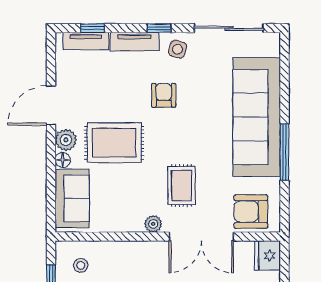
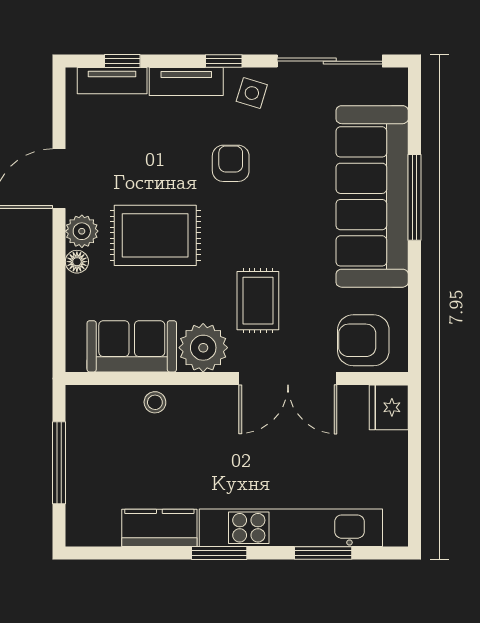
window: (284, 152) -> (415, 197), moved
sofa: (72, 198) -> (132, 346), moved, turned -90
plant: (153, 224) -> (203, 348), width x1.88, depth x1.88
stool: (81, 265) -> (155, 402), moved

